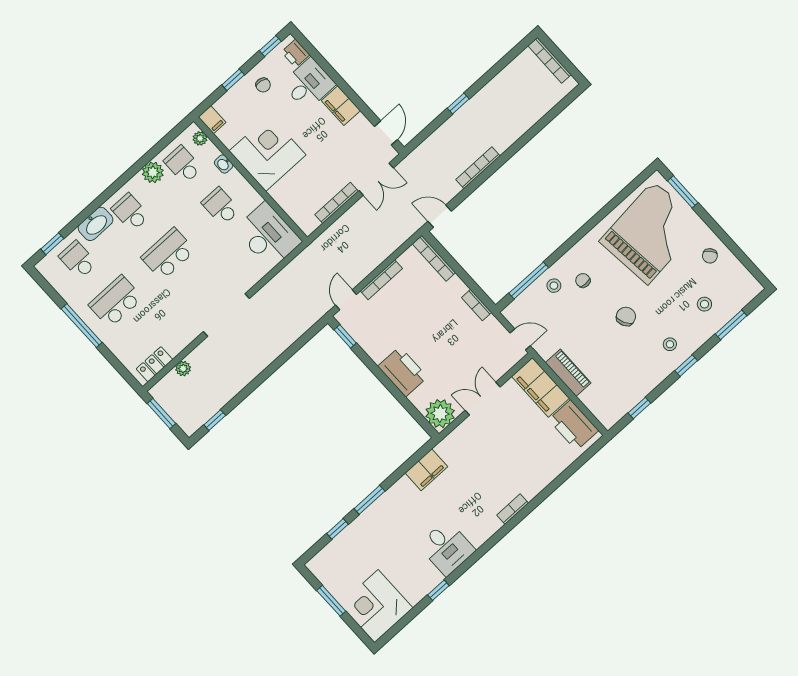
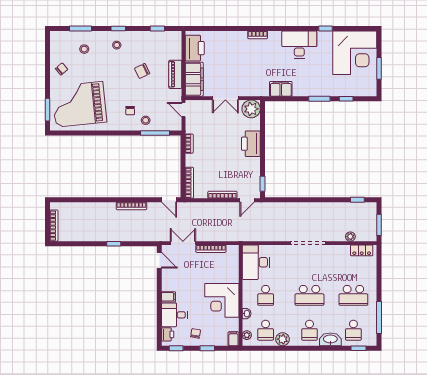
filing cabinet: (341, 106) -> (168, 297), width x0.50
door: (386, 133) -> (159, 260), swing flipped
chair: (626, 316) -> (142, 71), moved
window: (82, 326) -> (379, 317), moved
desk: (447, 548) -> (299, 45), width x1.37
corner desk: (376, 606) -> (355, 53), width x1.36, depth x1.36

